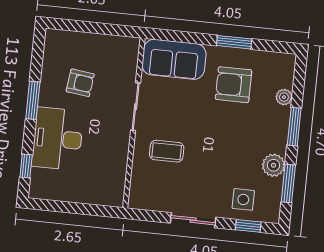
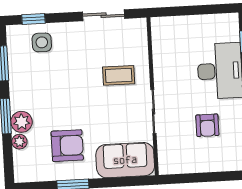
armchair: (80, 83) -> (207, 125), turned -97
plant: (274, 165) -> (22, 122), moved
sliding door: (193, 220) -> (104, 15), moved

